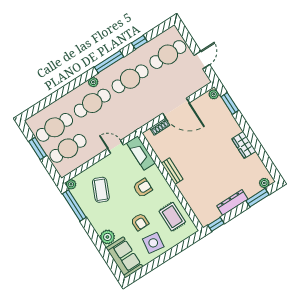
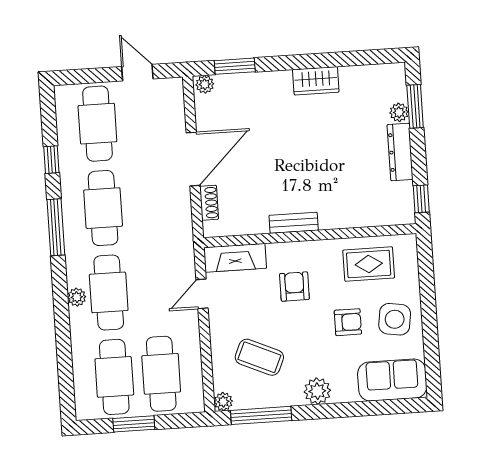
plant: (93, 82) -> (77, 297), moved
plant: (264, 183) -> (399, 112), moved
plant: (107, 237) -> (317, 391), moved

